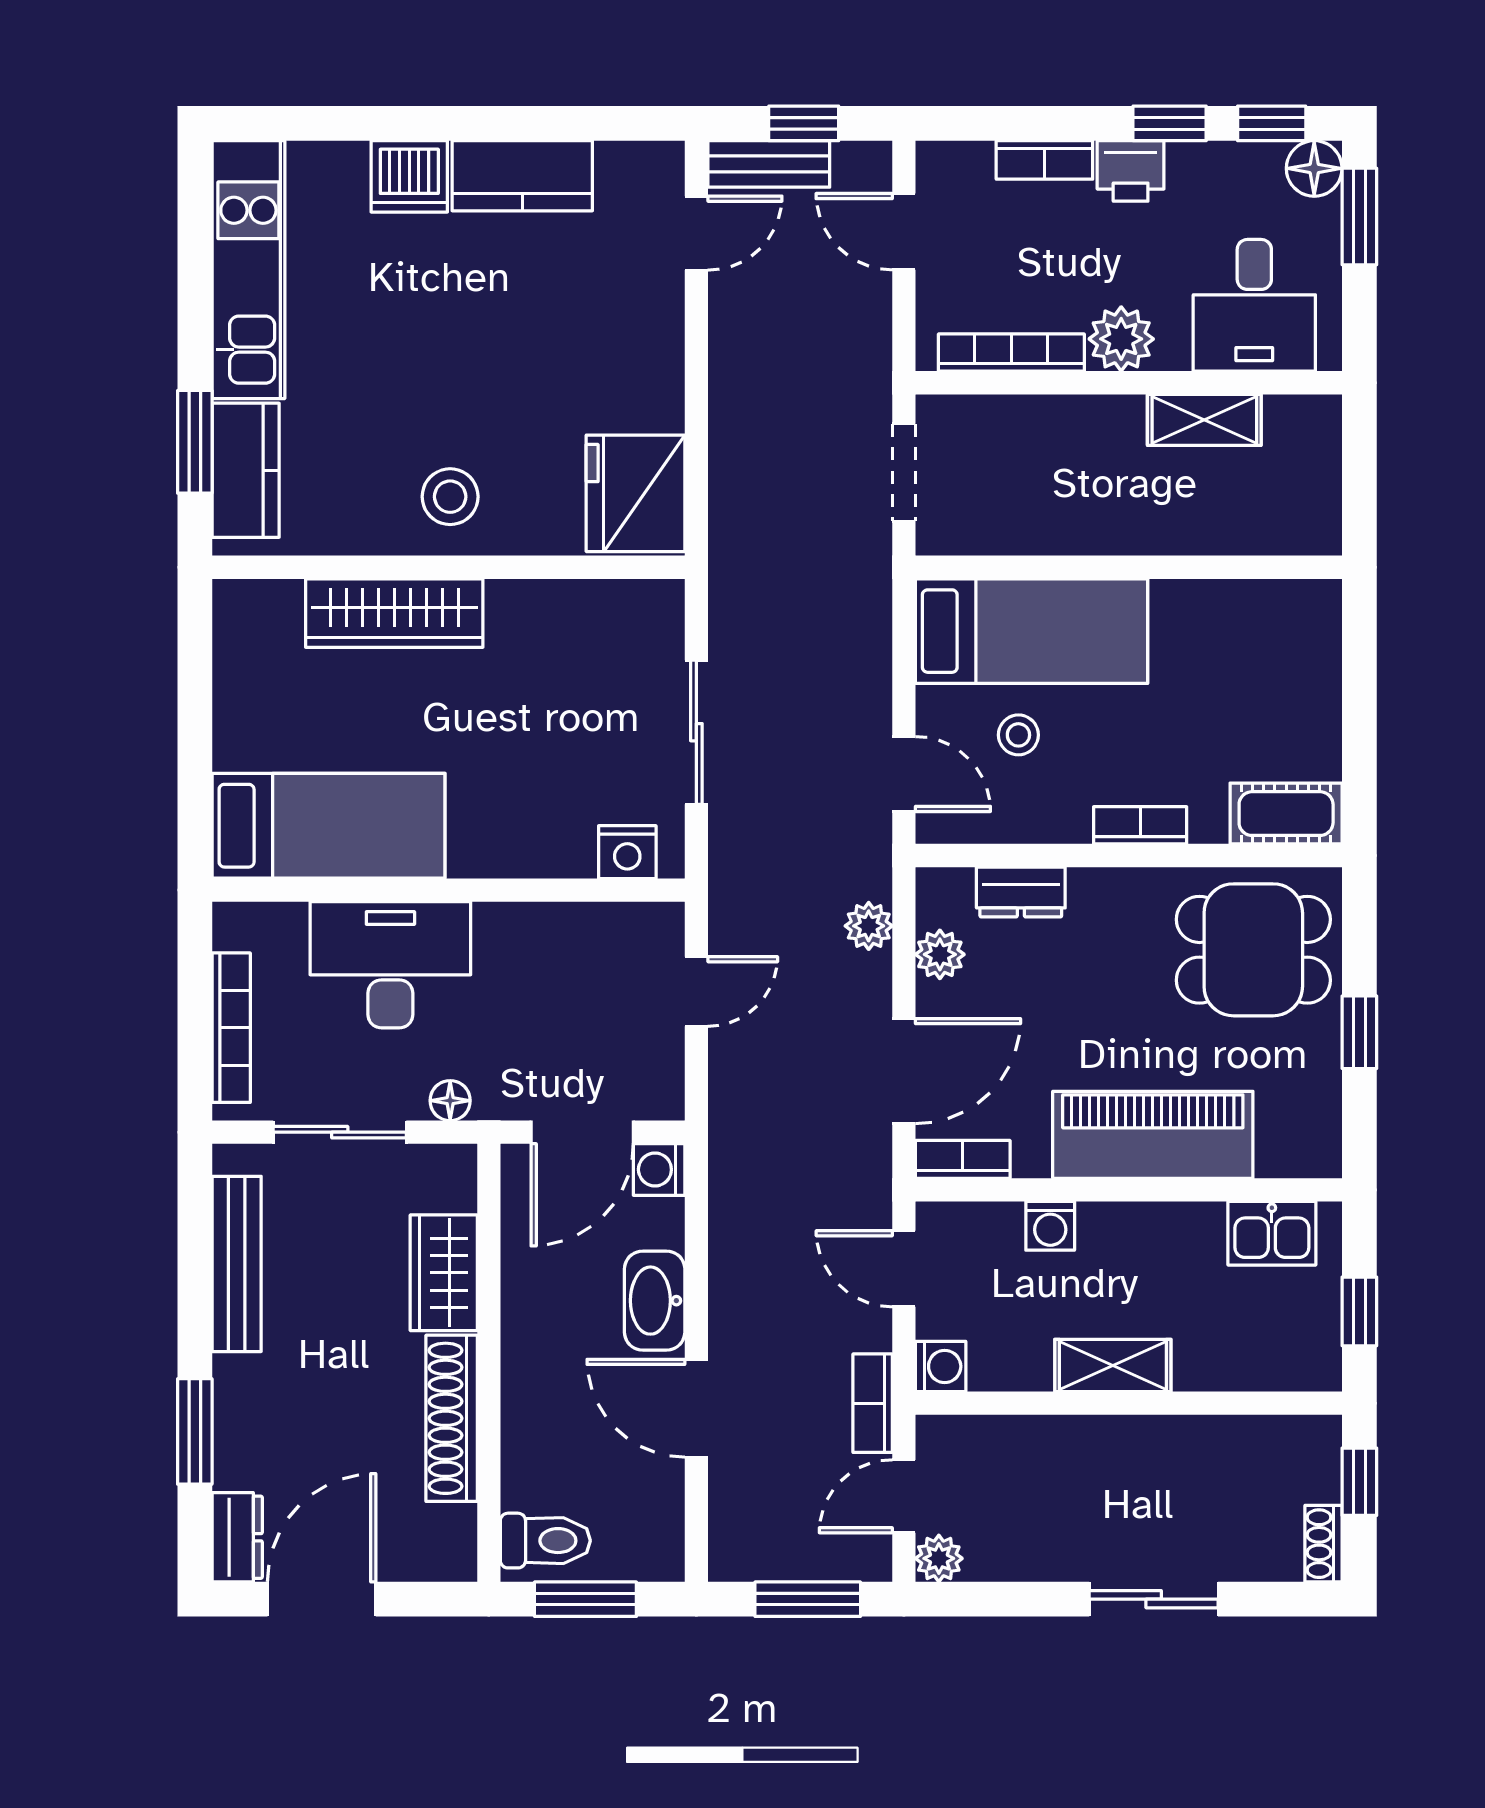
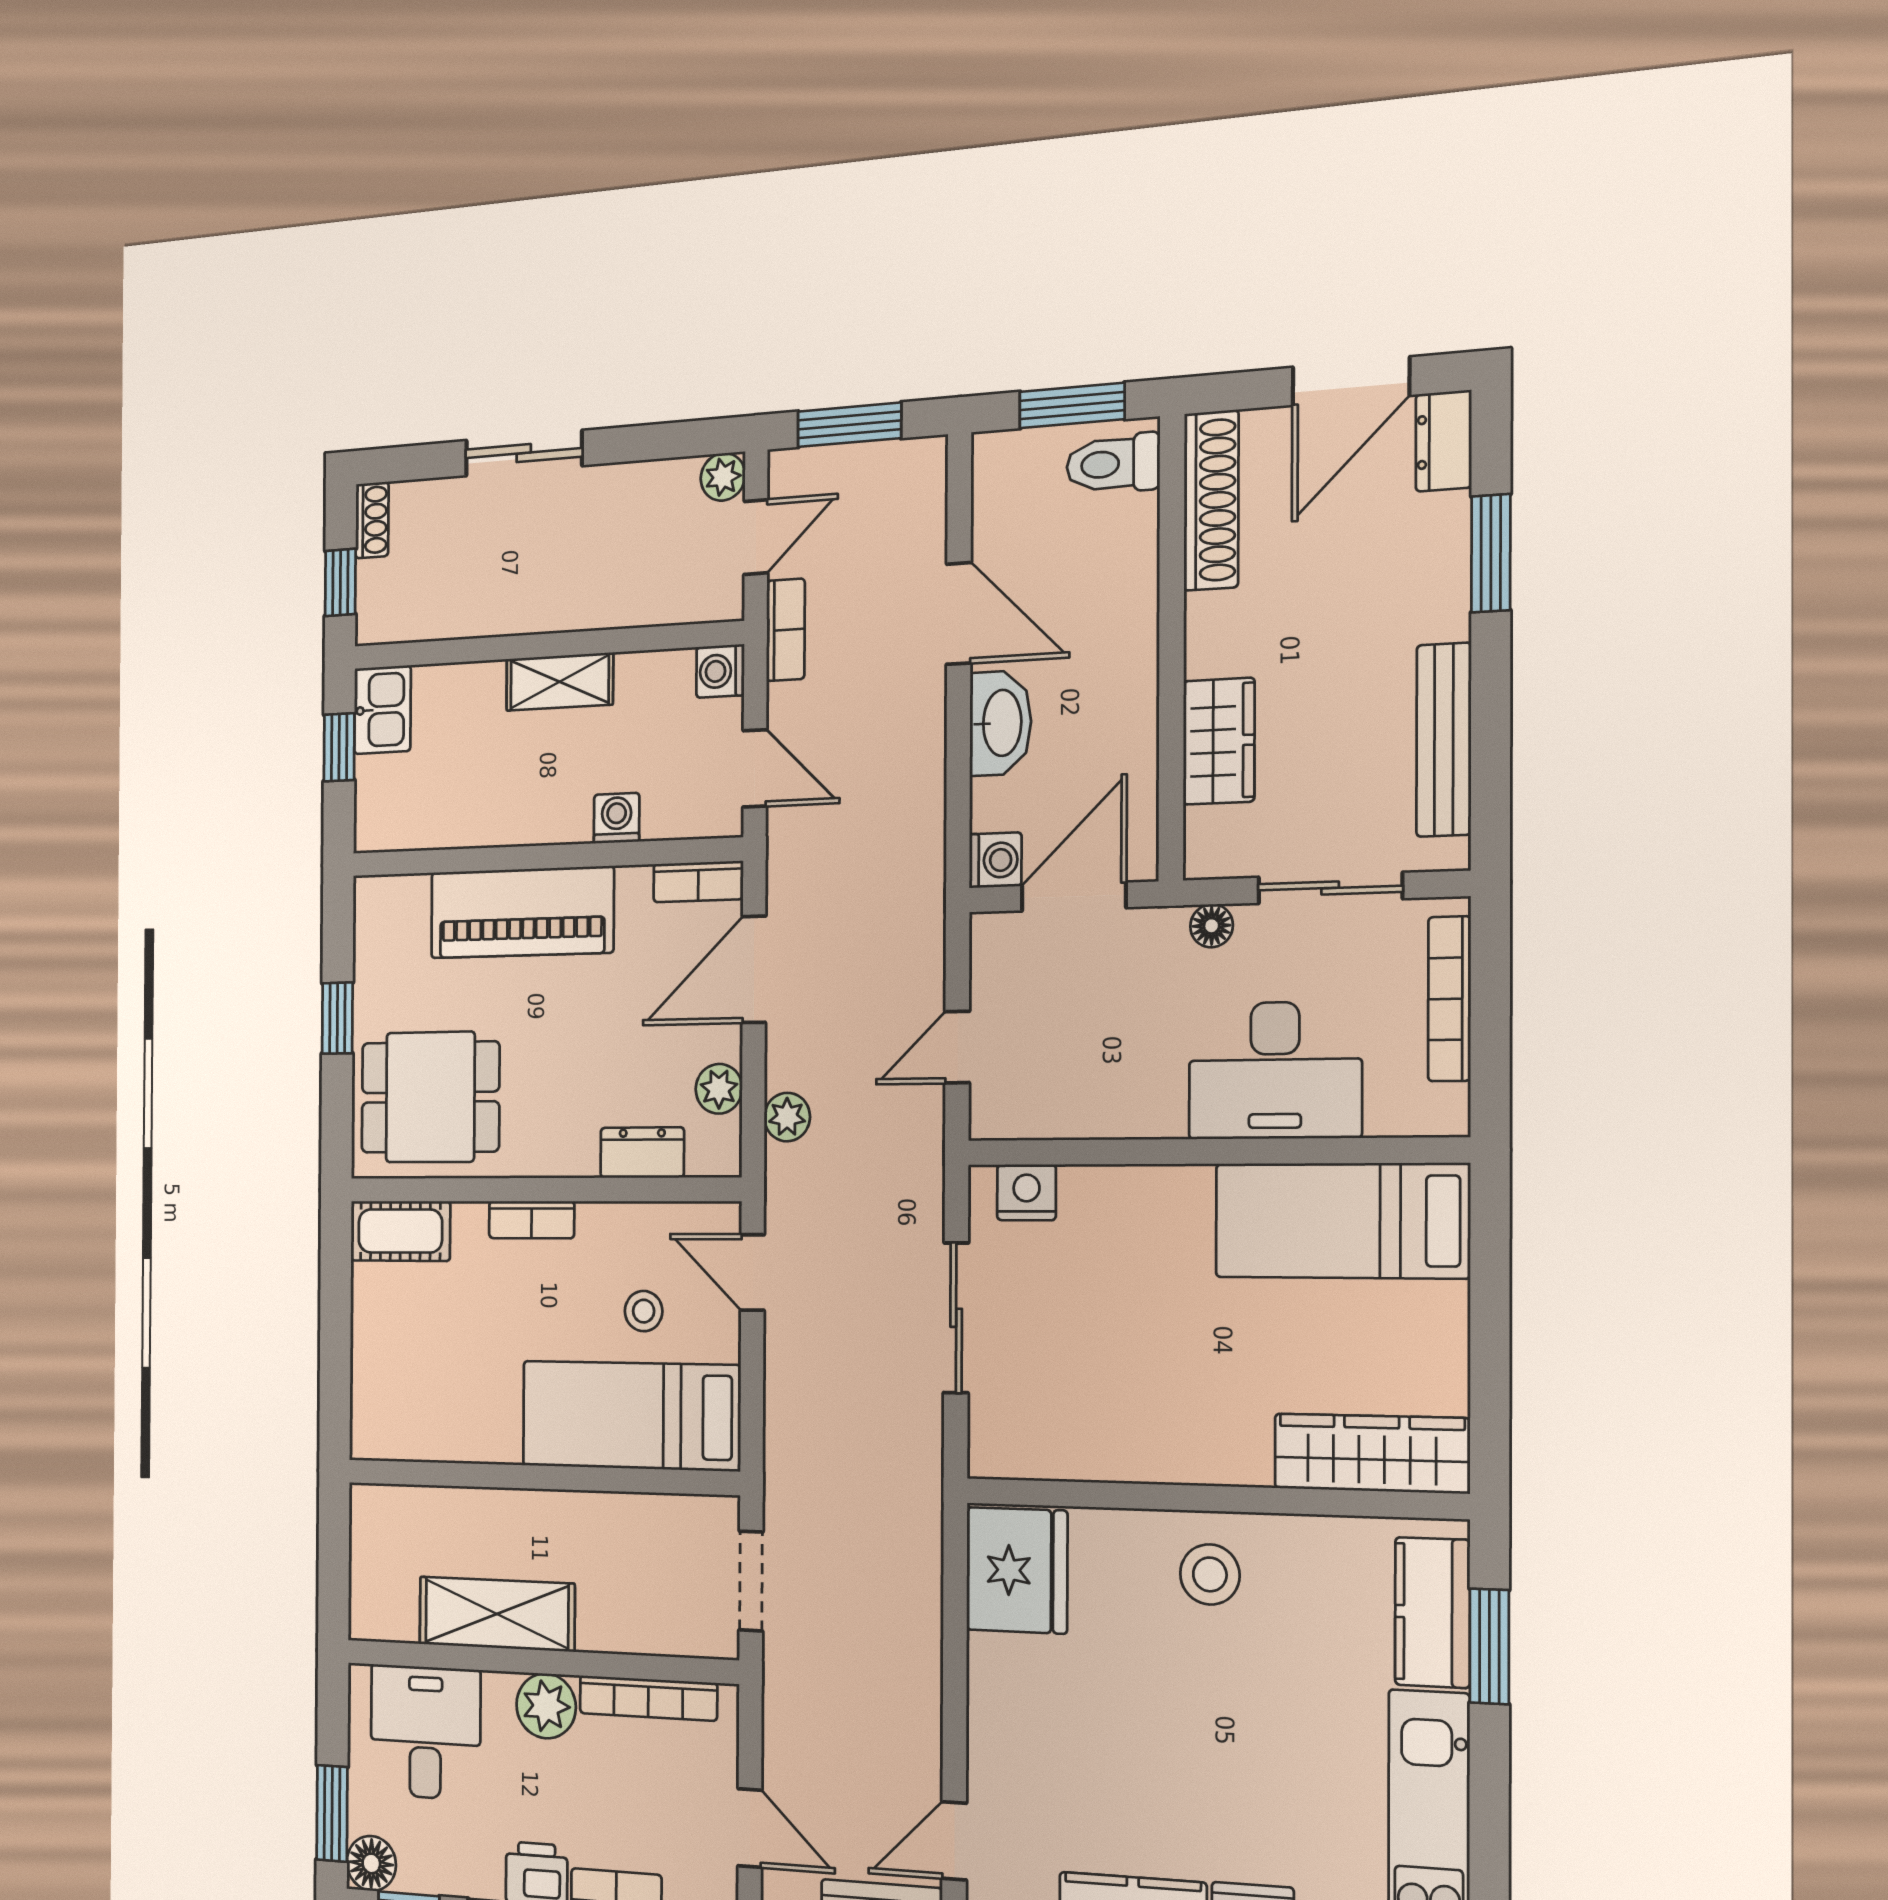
shelving: (1204, 420) -> (497, 1614), width x1.50, depth x1.33
wardrobe: (394, 613) -> (1372, 1453), moved
kitchen sink: (1272, 1233) -> (382, 710), moved, turned 90
shoe rack: (452, 1418) -> (1211, 500), moved

